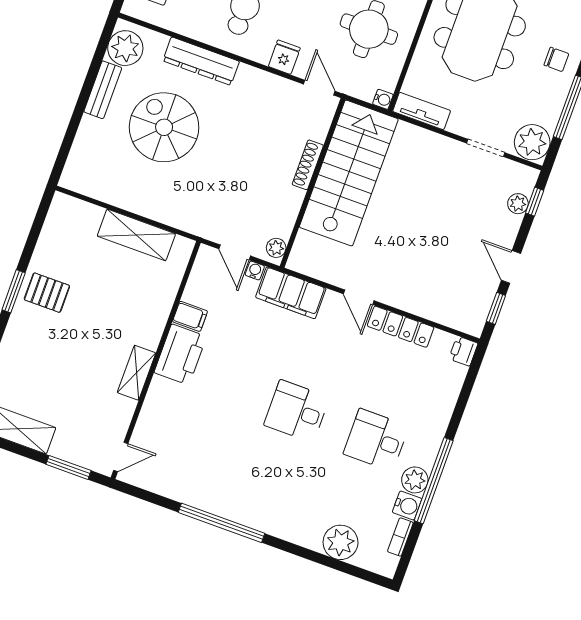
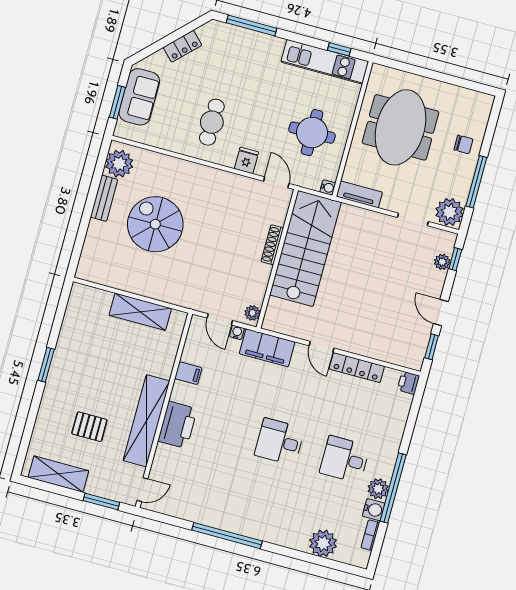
dresser: (201, 61) -> (180, 169), removed
pallet: (47, 293) -> (89, 427), moved
printer: (180, 355) -> (177, 425), moved
shelving: (136, 373) -> (146, 421), width x2.20, depth x1.33

